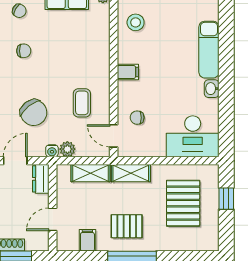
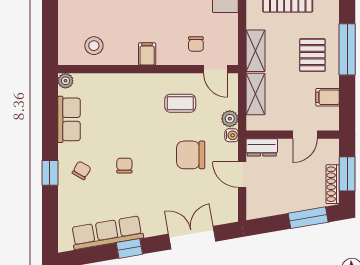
chair: (34, 113) -> (191, 155), turned -142
door: (114, 136) -> (216, 69), hinge flipped
door: (53, 219) -> (305, 135), hinge flipped

